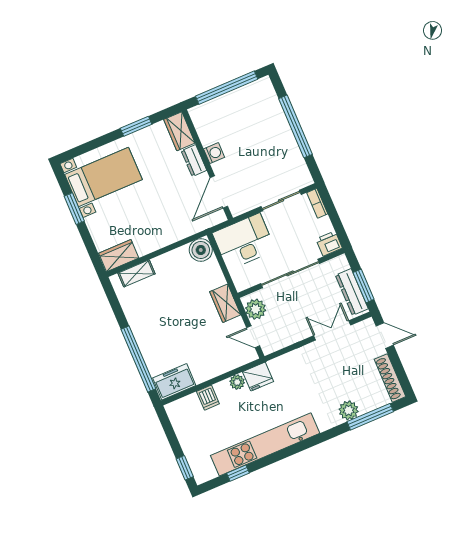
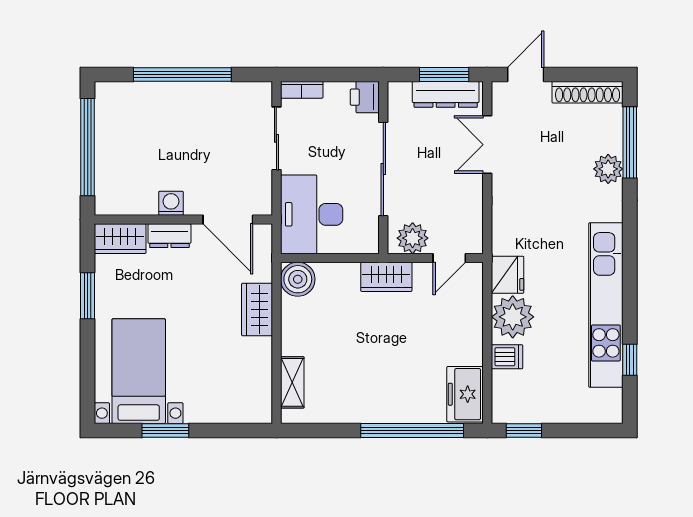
wardrobe: (119, 256) -> (257, 310), moved
plant: (237, 382) -> (513, 317), width x1.88, depth x1.88
window: (185, 468) -> (524, 430), moved

